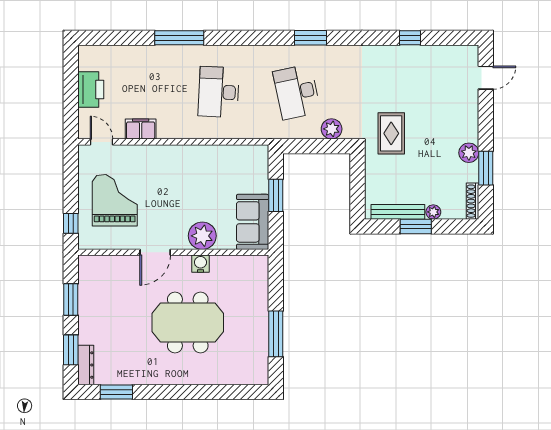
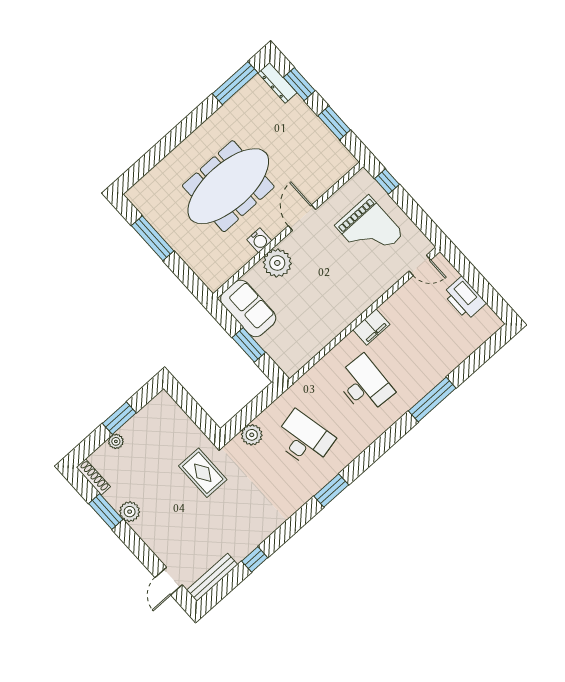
filing cabinet: (141, 129) -> (371, 327), moved
bench: (398, 212) -> (212, 577), moved
meeting table: (188, 323) -> (228, 186), width x1.36
window: (116, 392) -> (235, 83), width x1.44

